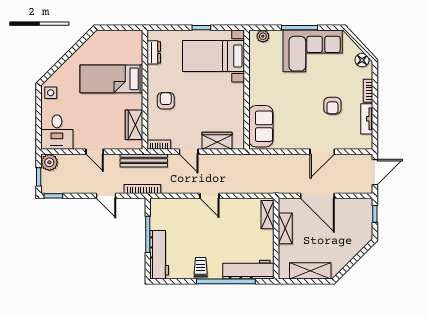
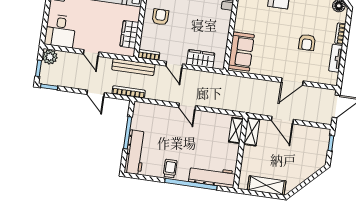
door: (317, 196) -> (282, 120), width x0.73
shelving: (285, 228) -> (252, 132), moved

